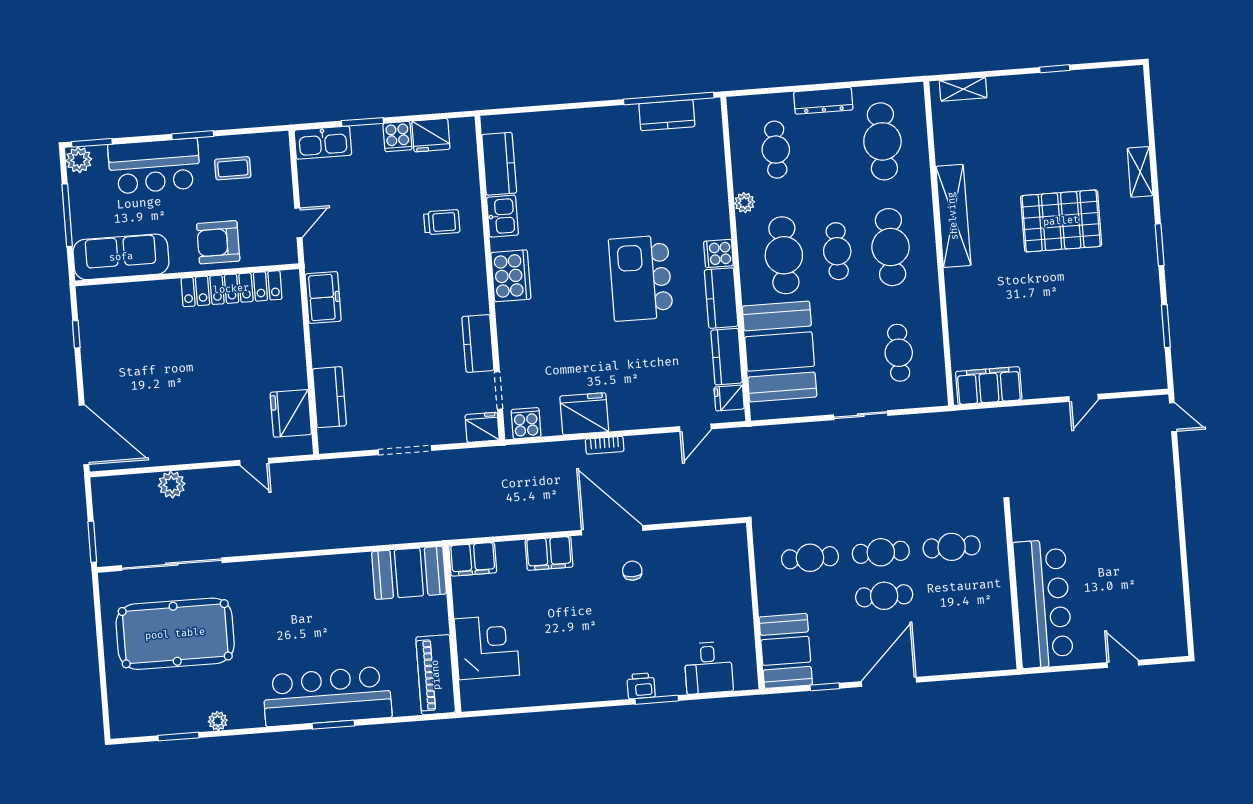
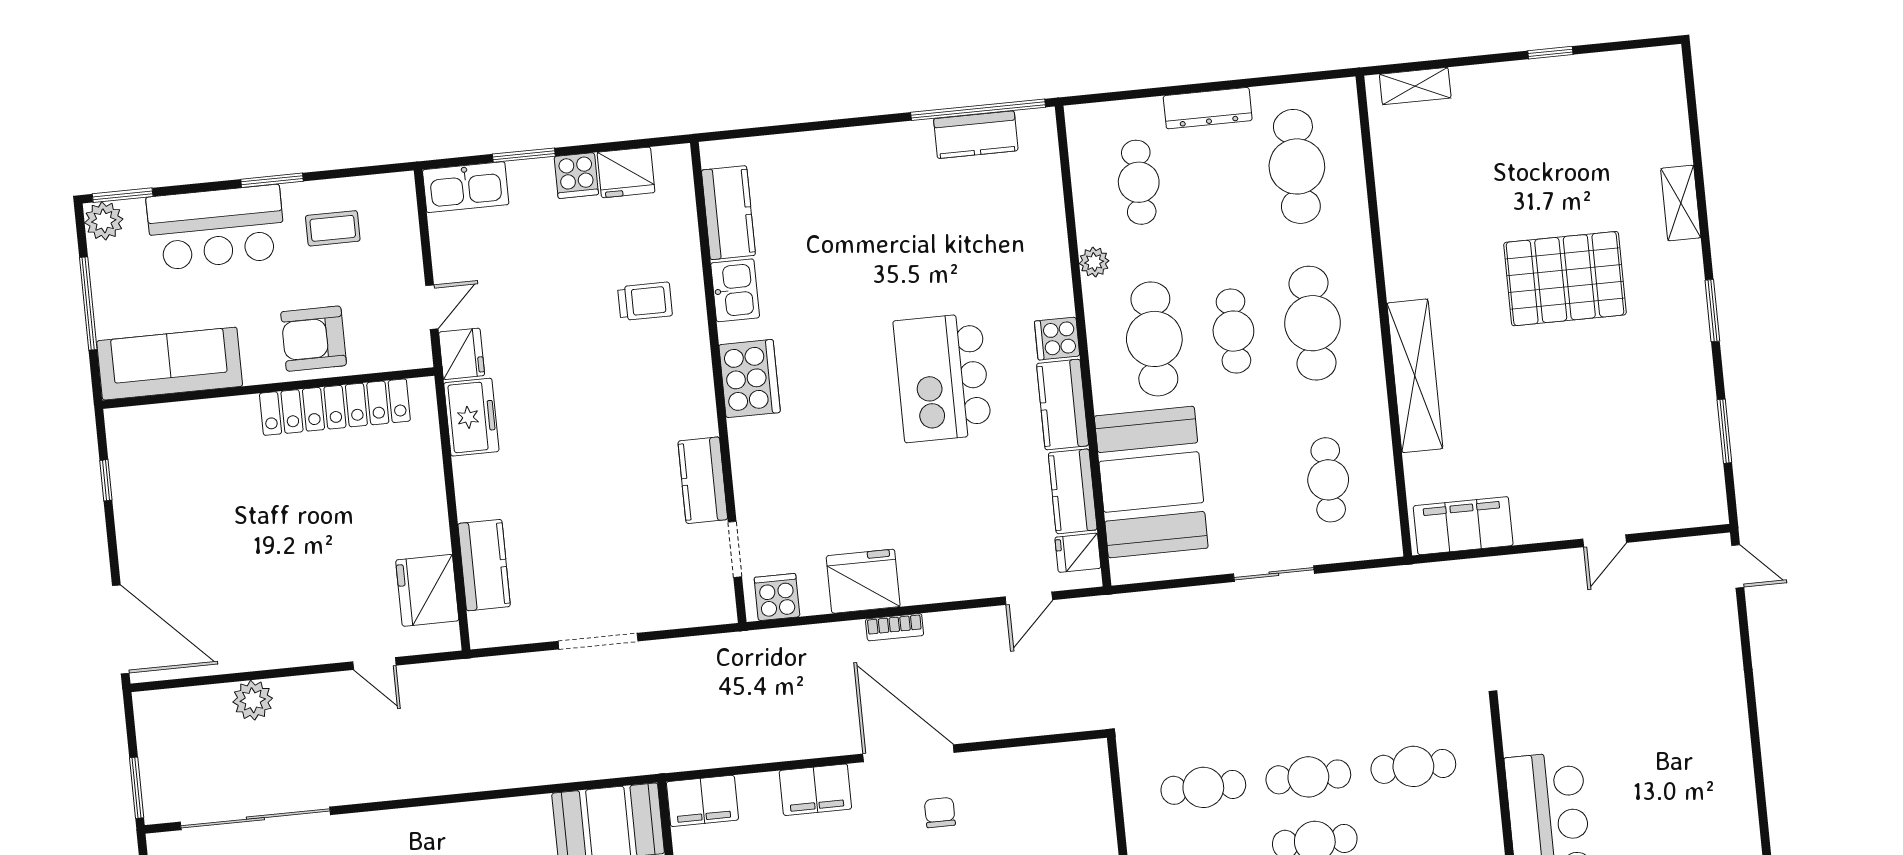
shelving: (953, 216) -> (1415, 376), moved
fridge: (482, 427) -> (462, 354), moved, turned 90

